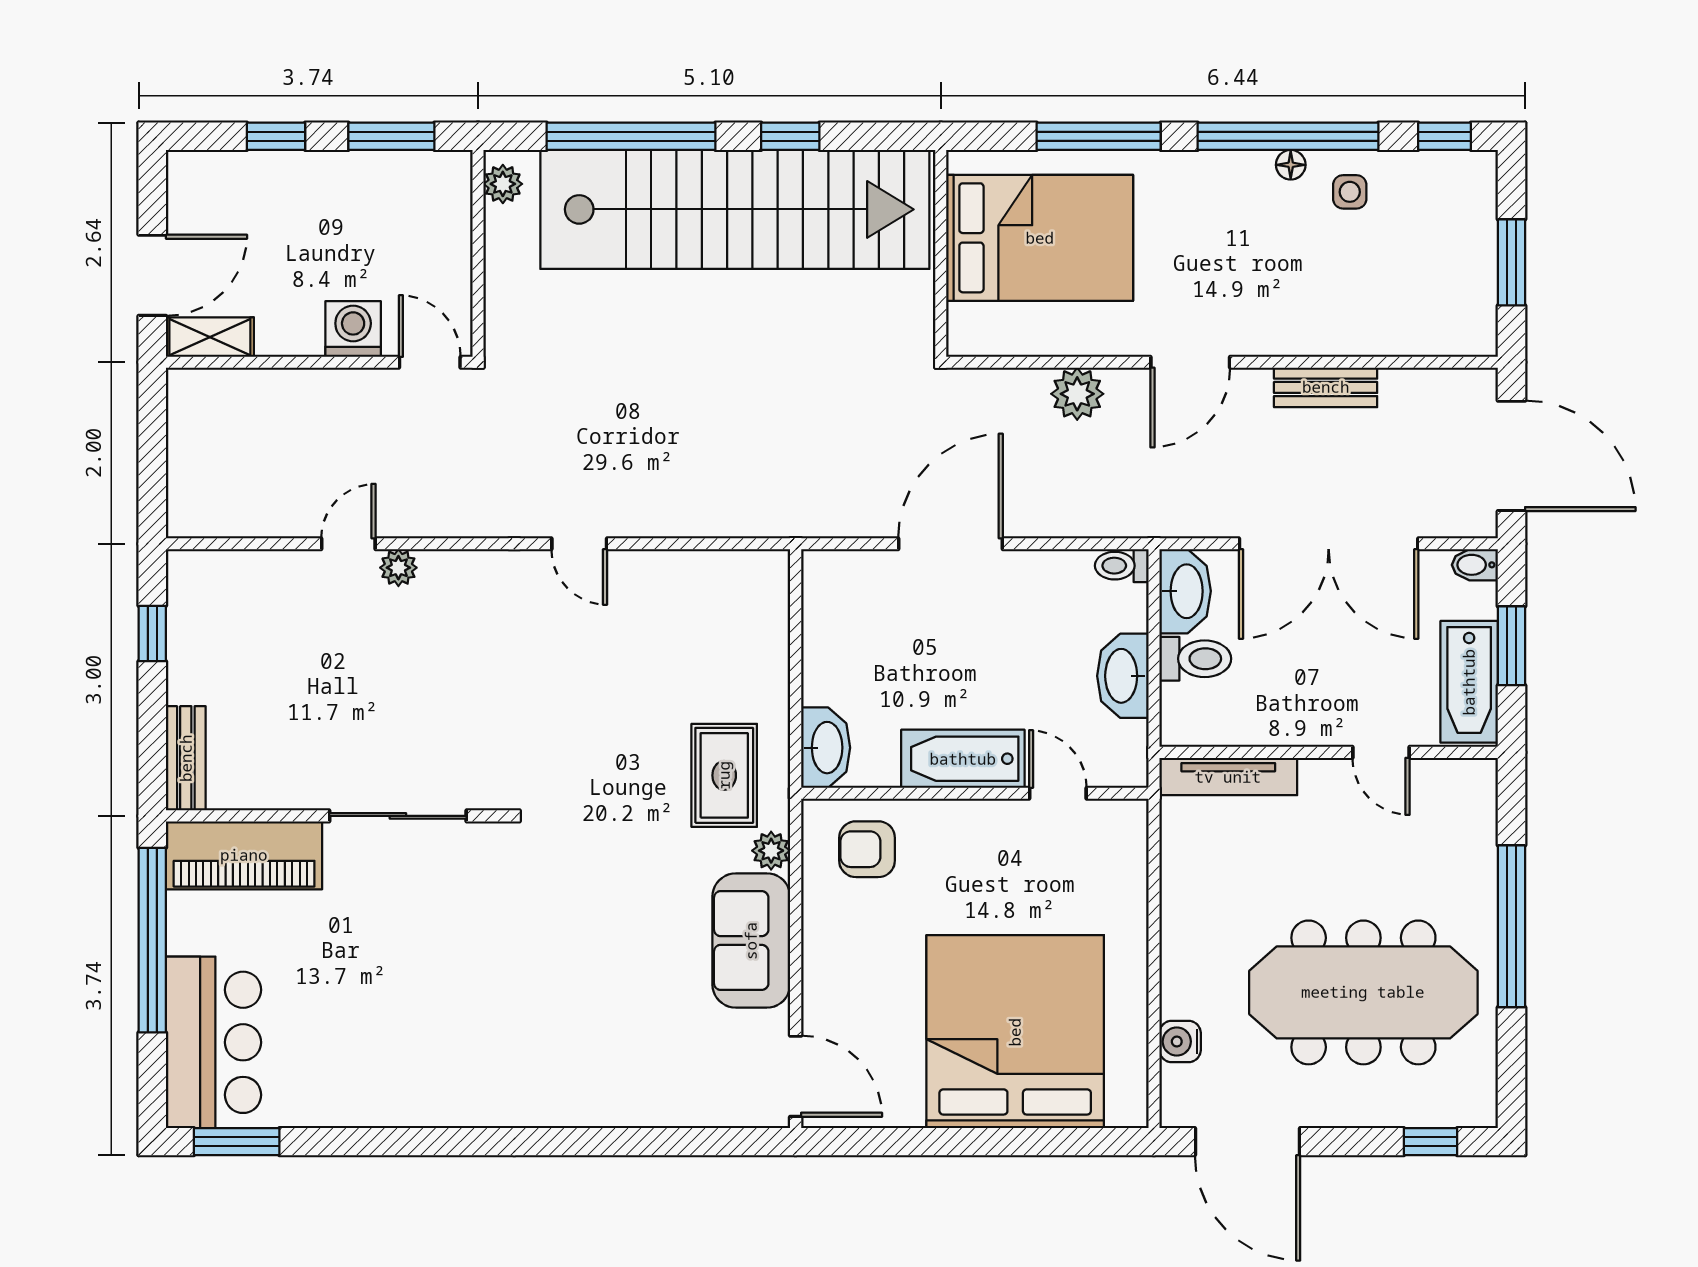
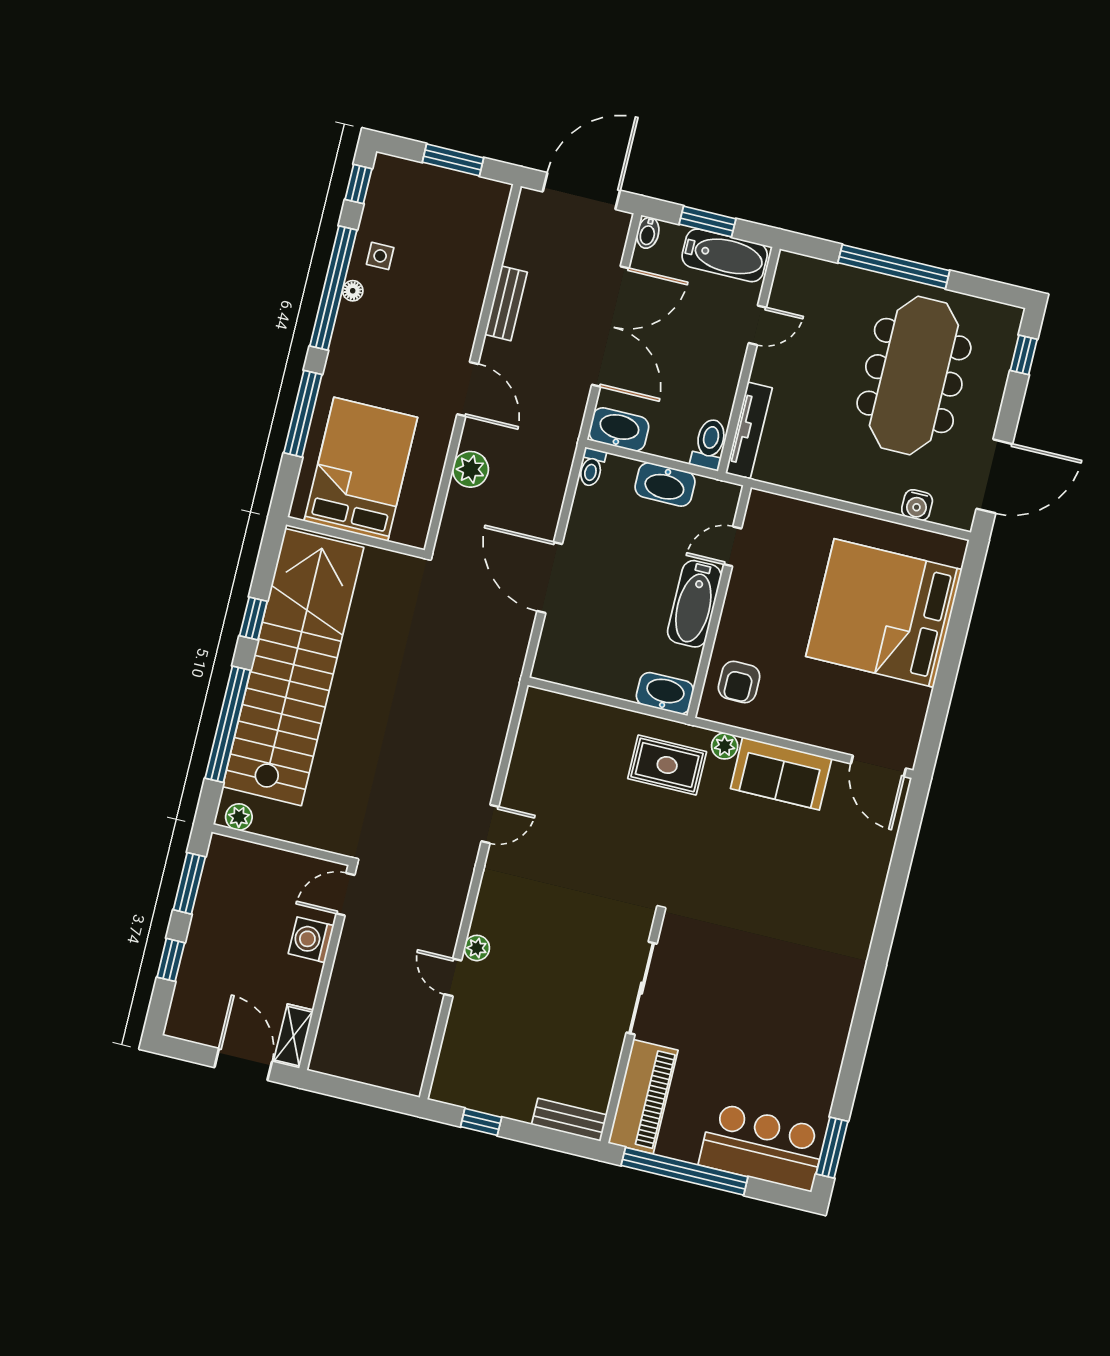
toilet: (1195, 659) -> (709, 444), moved
door: (796, 1076) -> (878, 766), swing flipped

